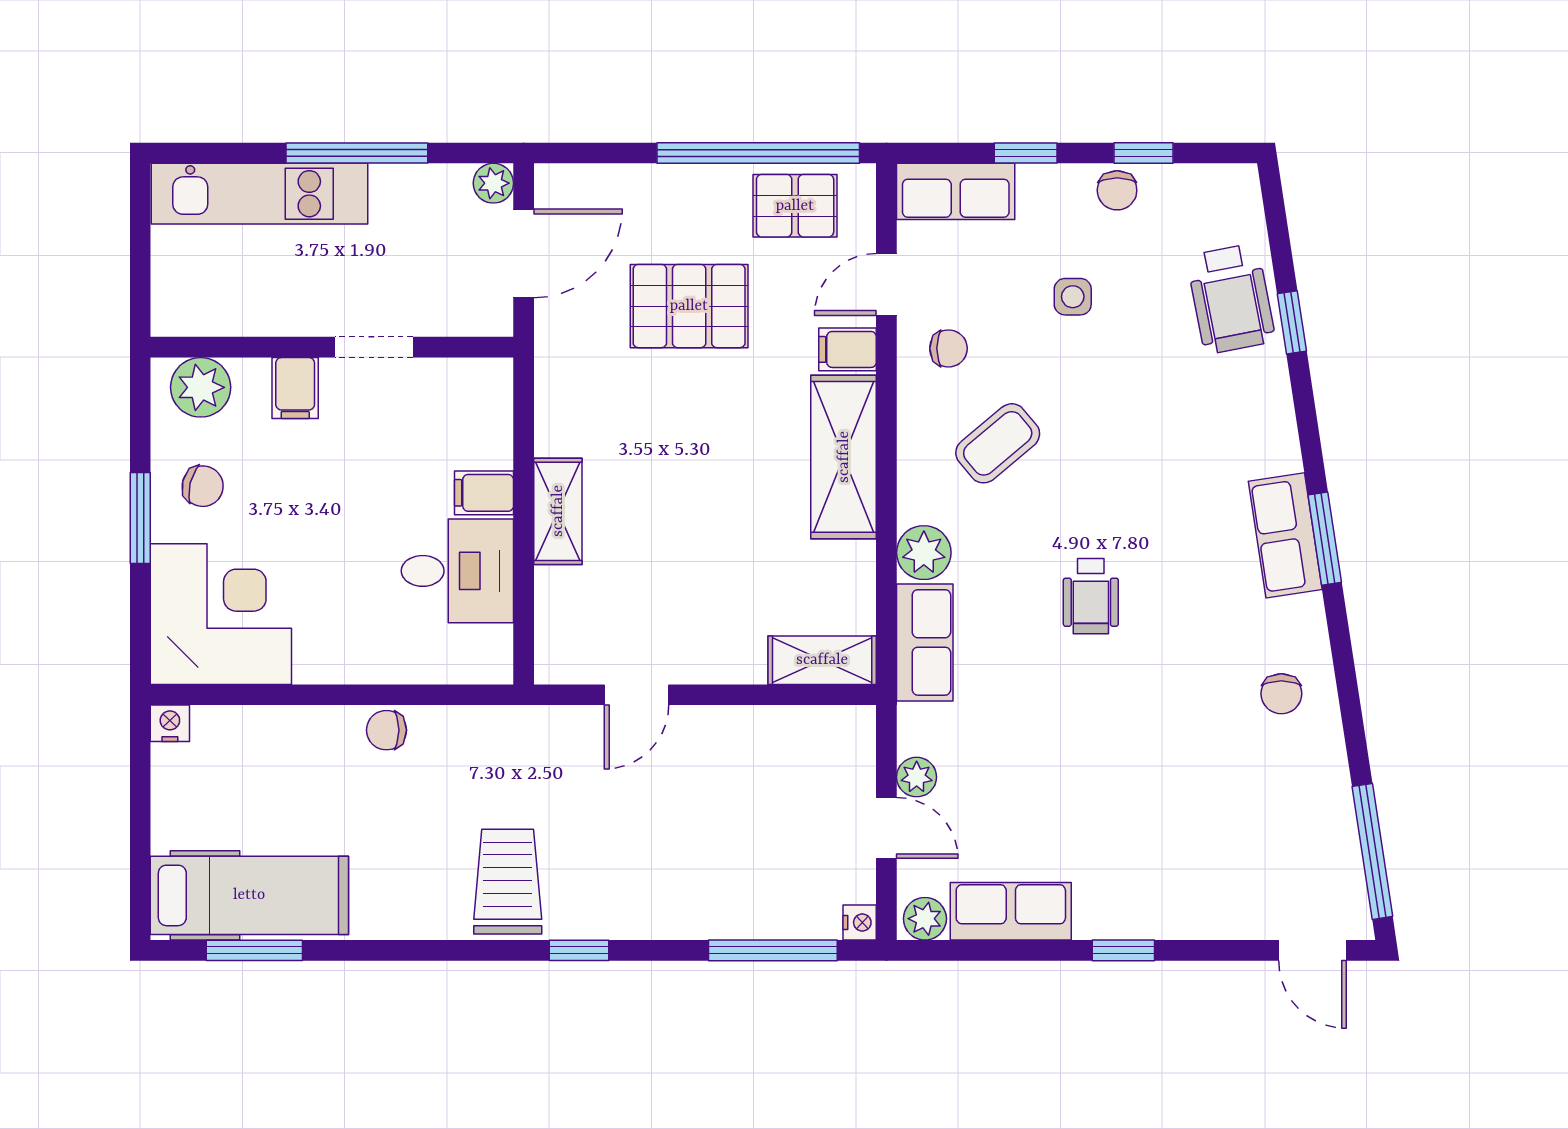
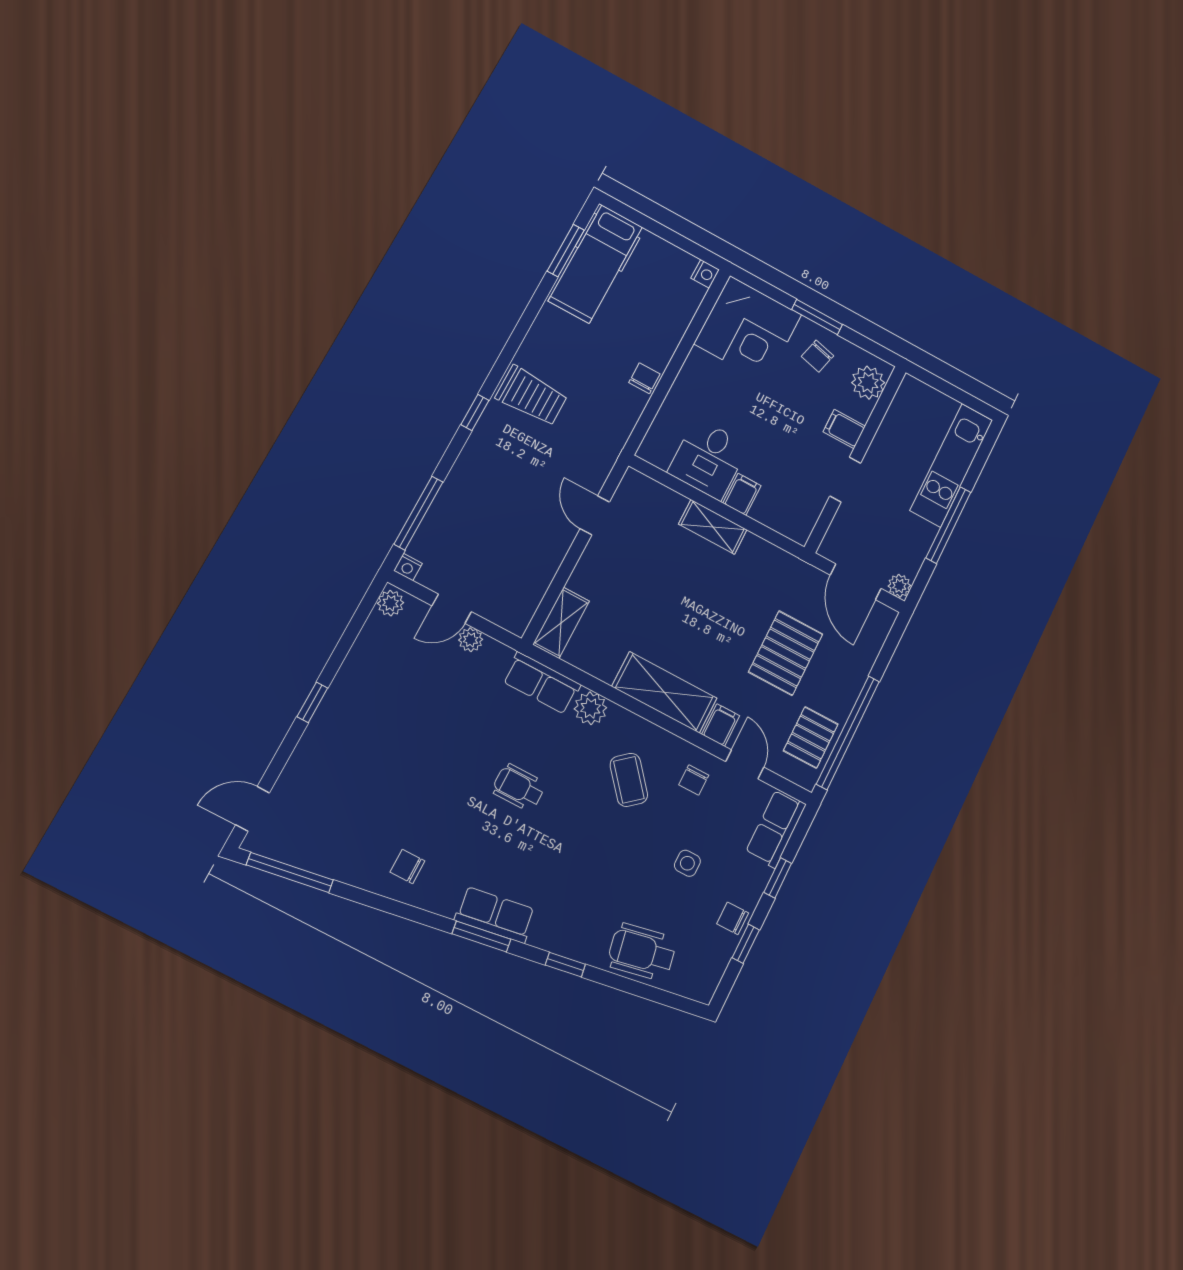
window: (1292, 322) -> (565, 965), moved
row of seats: (1011, 911) -> (369, 652), removed

